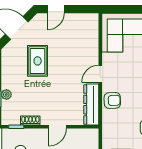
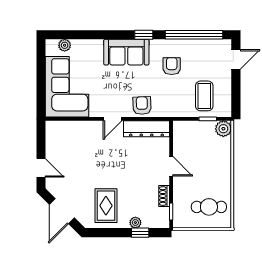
rug: (38, 61) -> (106, 206), moved, turned 90
door: (100, 74) -> (113, 119), hinge flipped

